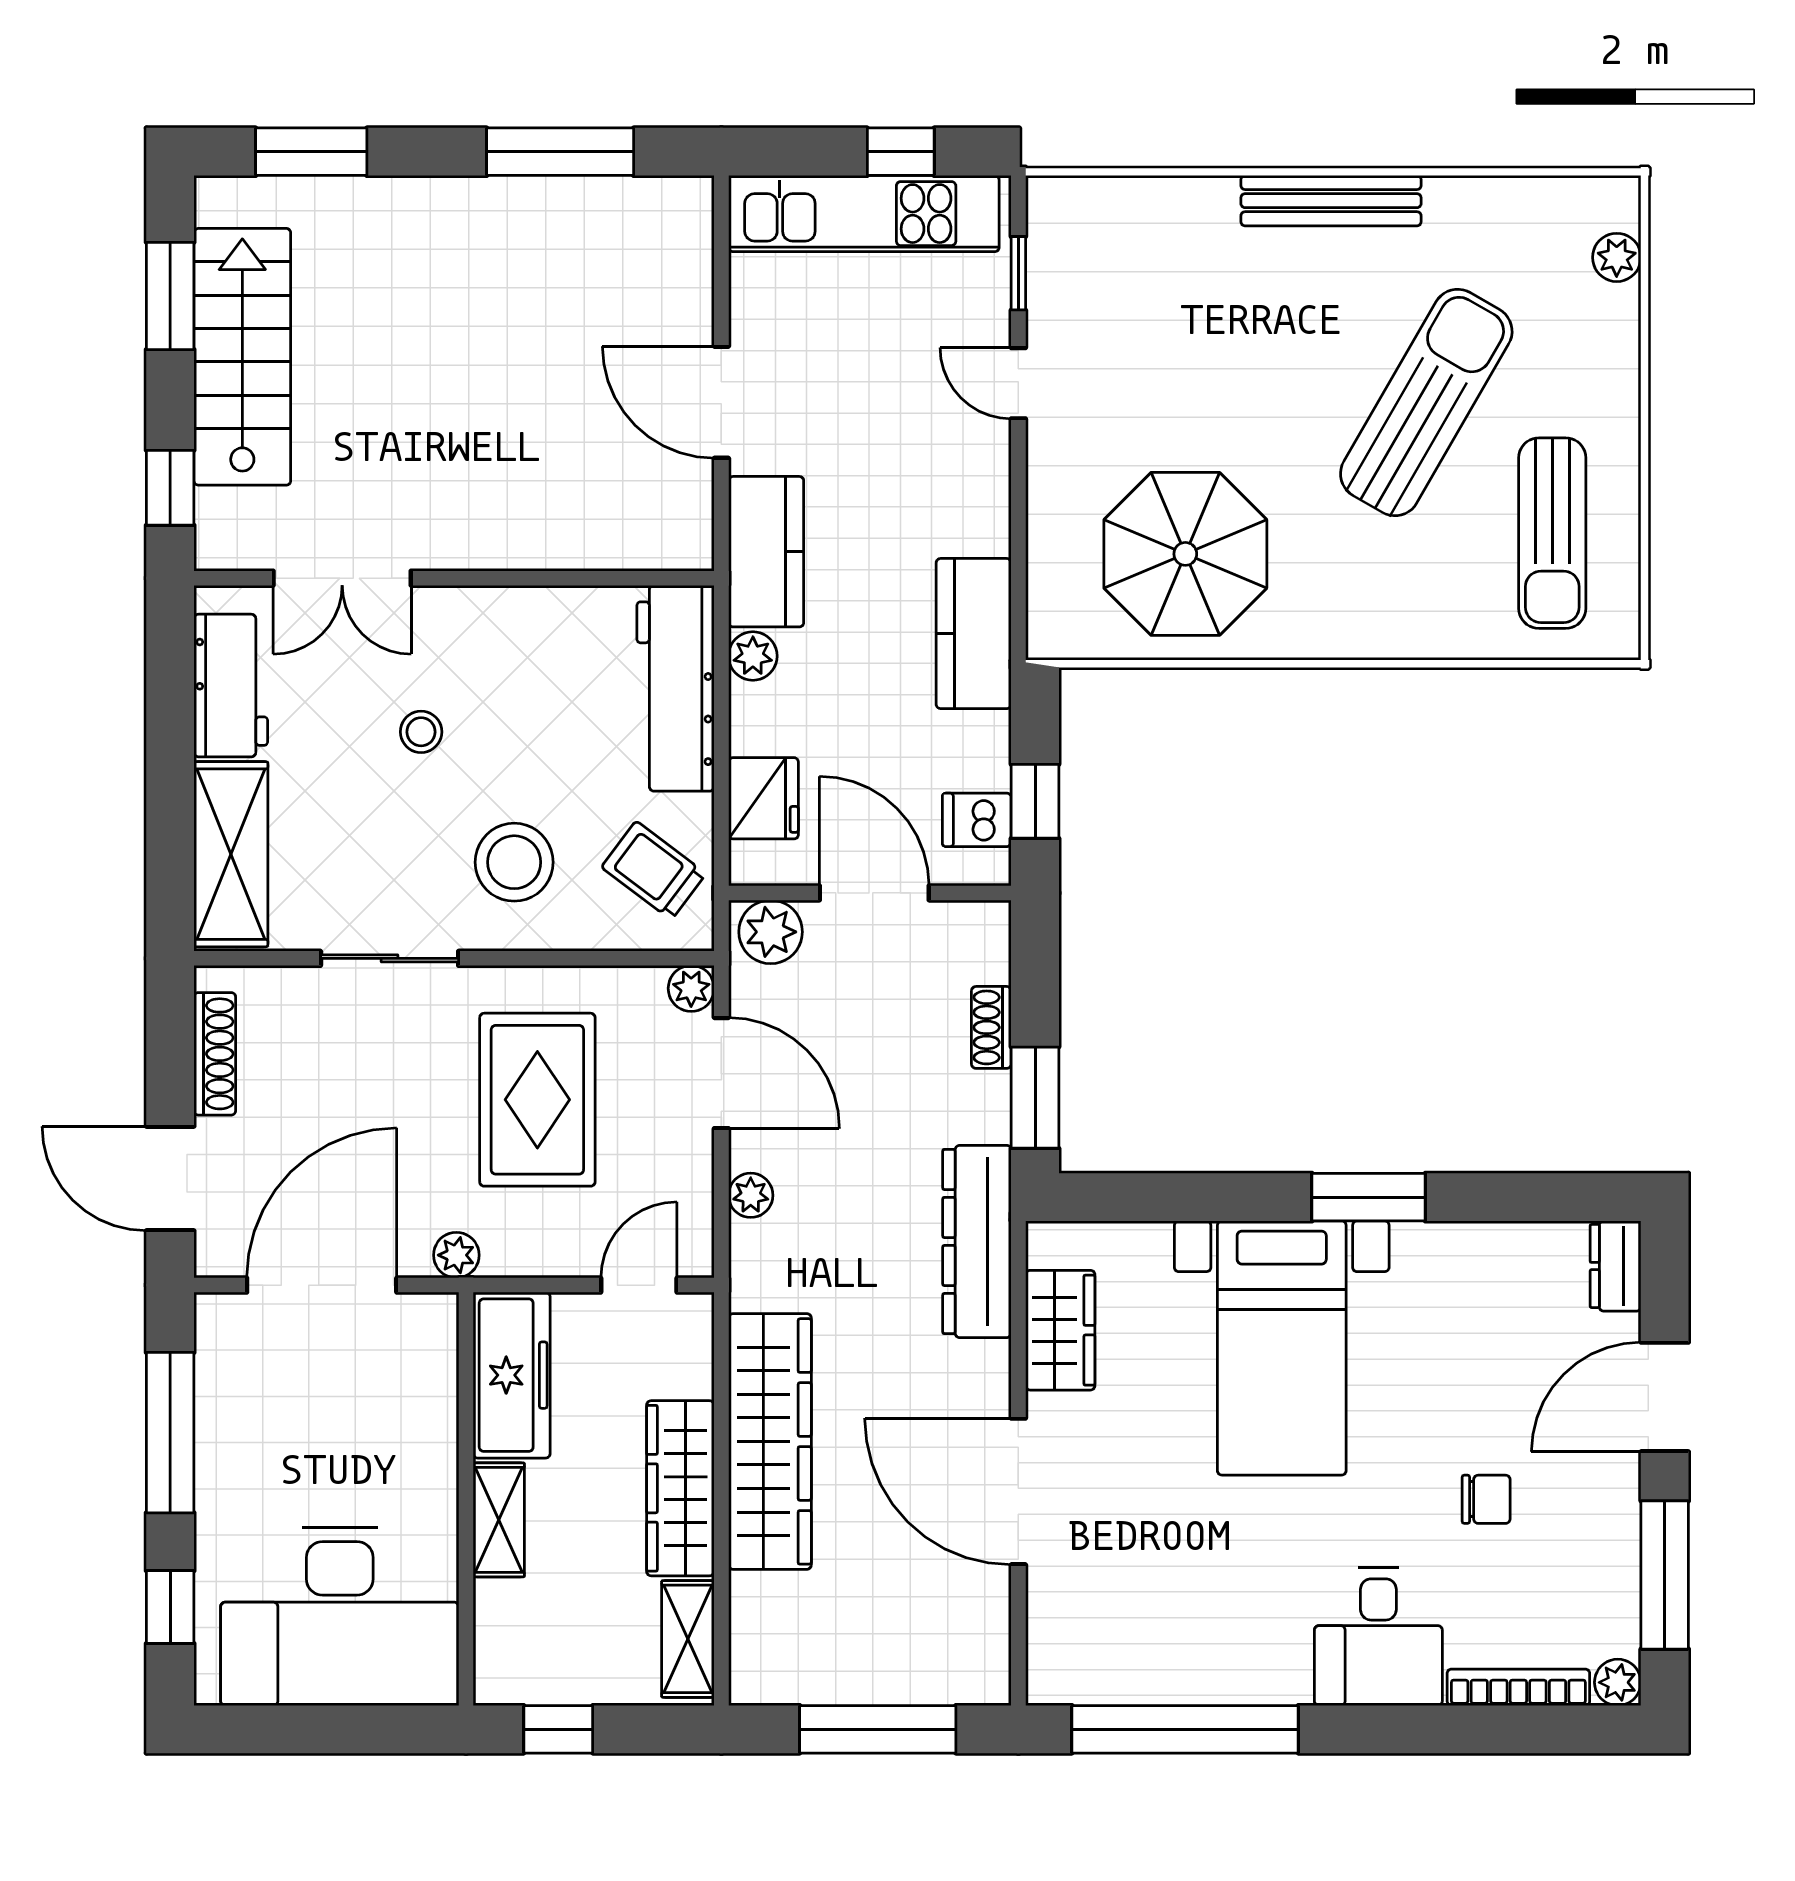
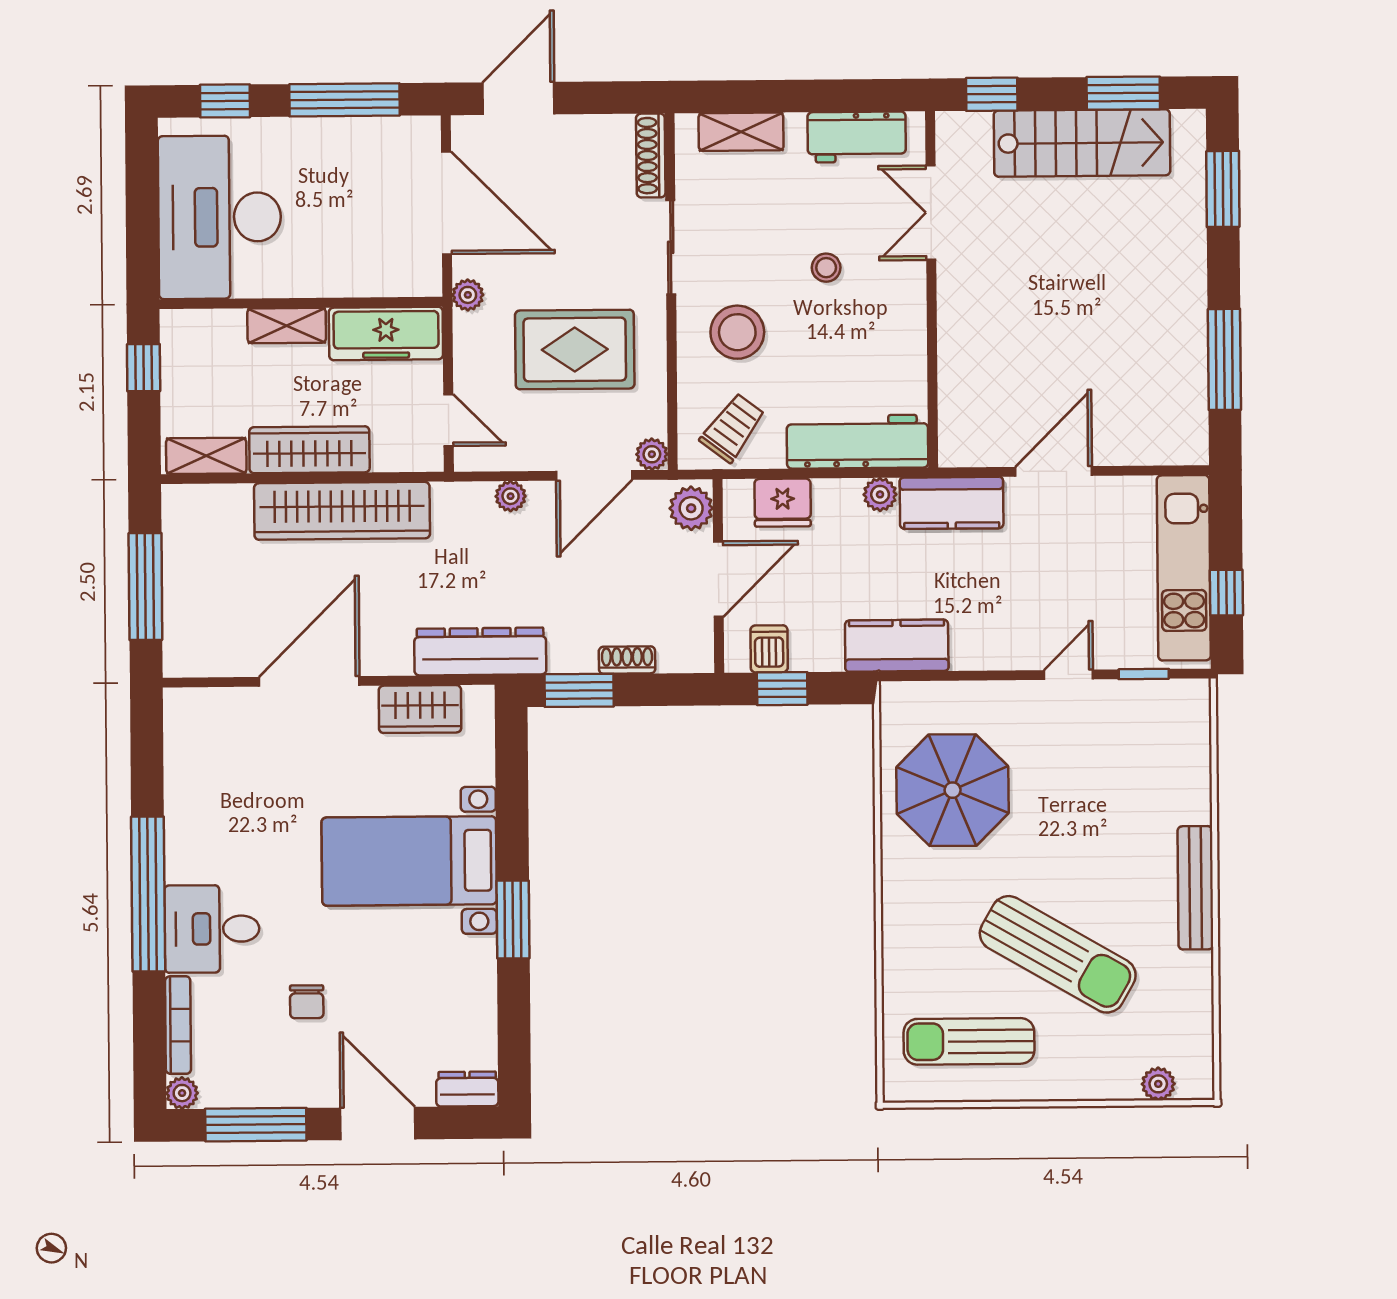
shelving: (231, 854) -> (741, 132), width x0.67, depth x0.75
shoe rack: (215, 1054) -> (651, 156), moved, turned 90
window: (1185, 1729) -> (148, 894), moved

